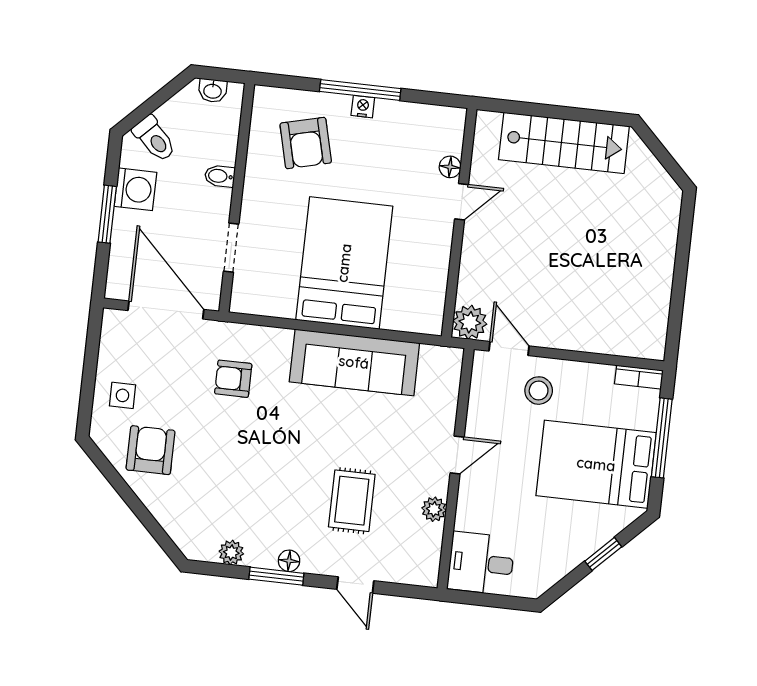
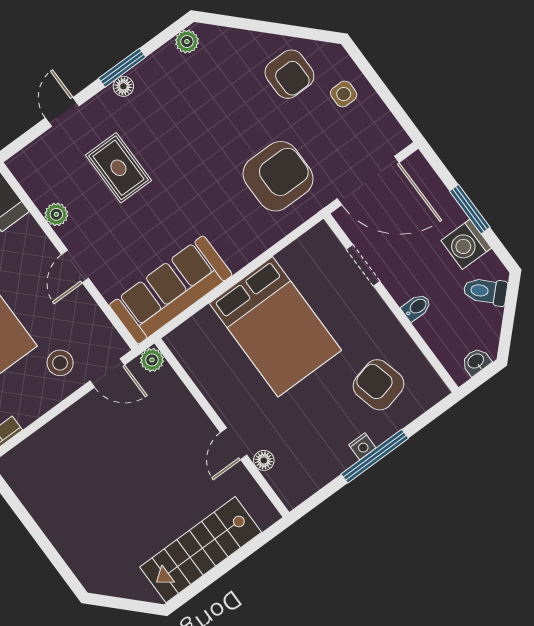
plant: (470, 322) -> (152, 360), width x0.73, depth x0.73
sofa: (354, 362) -> (171, 290), moved
armchair: (233, 379) -> (278, 176), width x1.88, depth x1.88
plant: (231, 553) -> (187, 42), moved
door: (355, 585) -> (62, 112), hinge flipped

